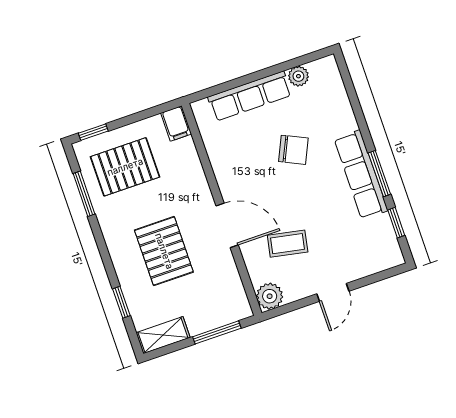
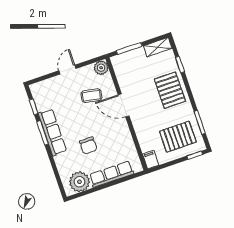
plant: (298, 76) -> (79, 182), width x1.88, depth x1.88
chair: (293, 150) -> (88, 146), turned -115
pallet: (164, 251) -> (170, 90), moved

